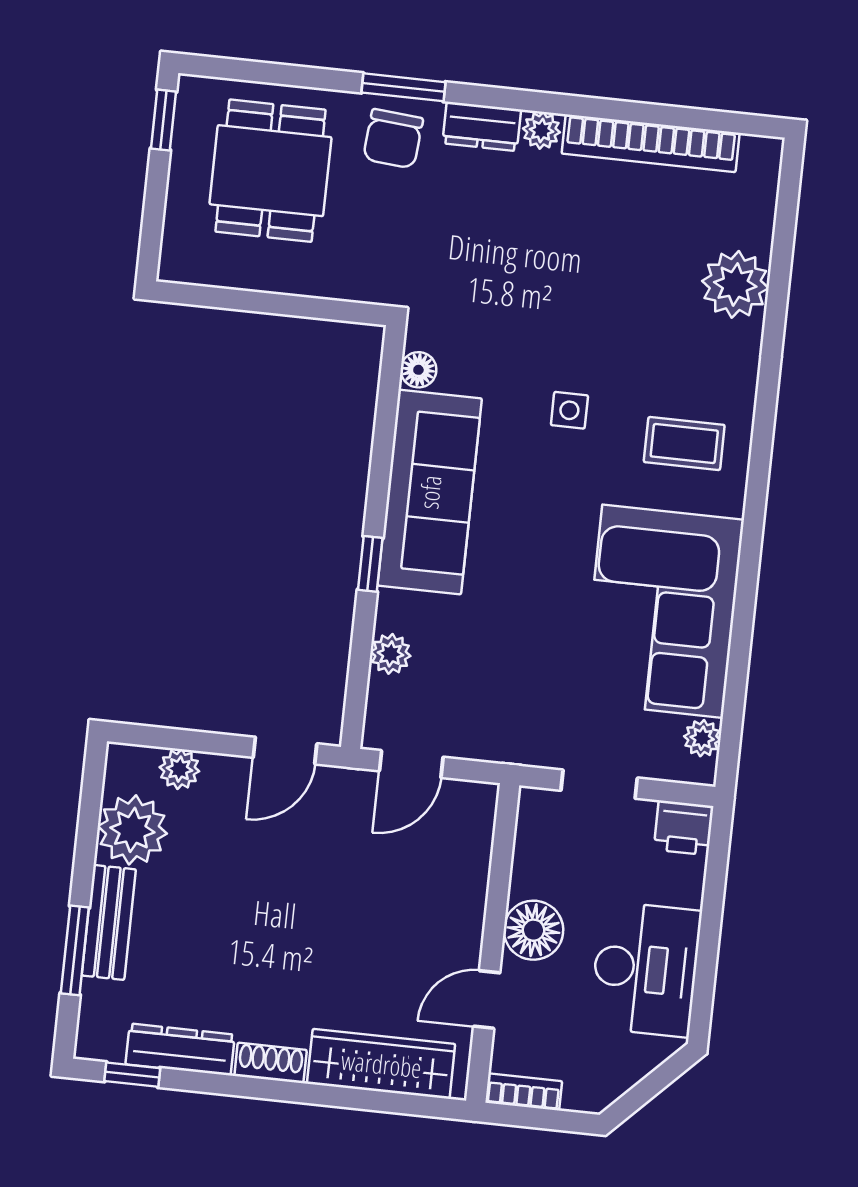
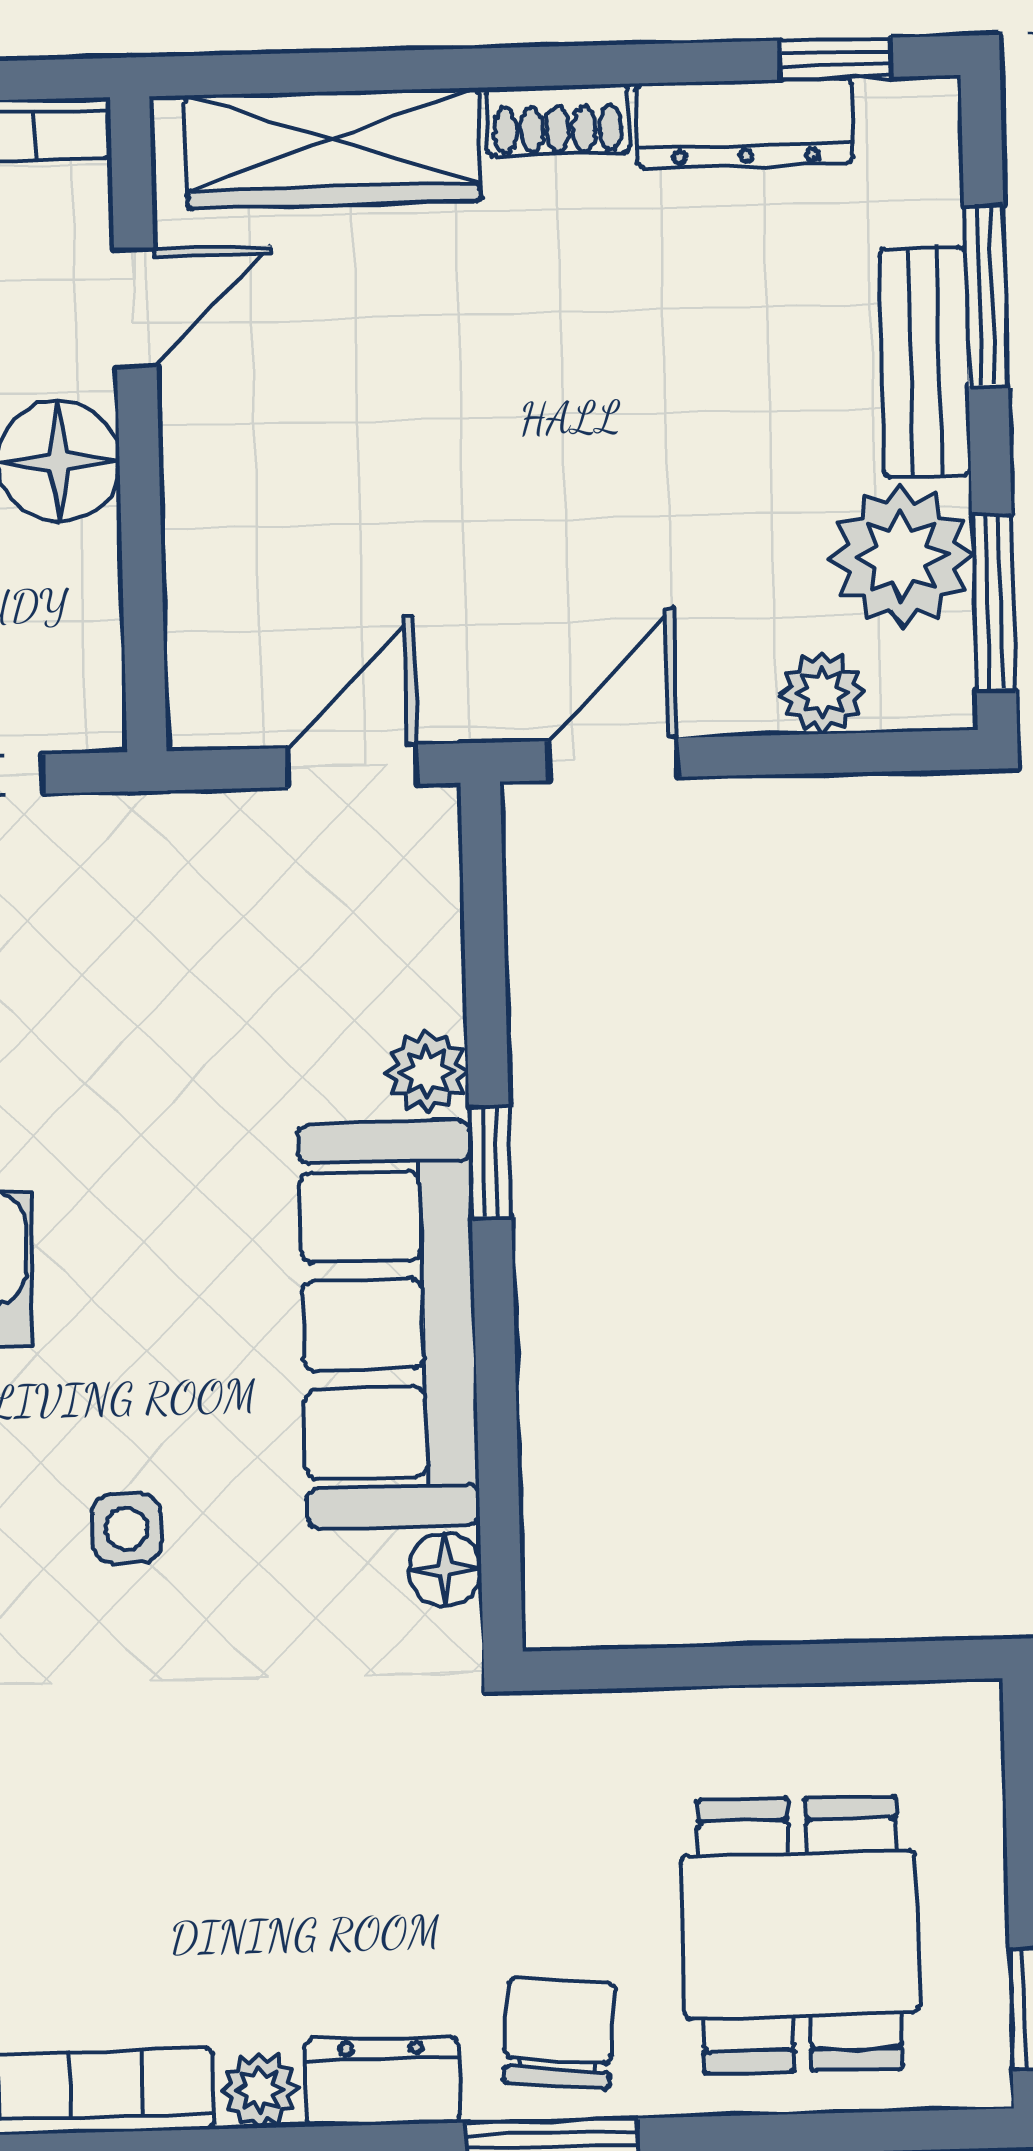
plant: (390, 654) -> (427, 1071), moved
window: (91, 802) -> (994, 603), added

